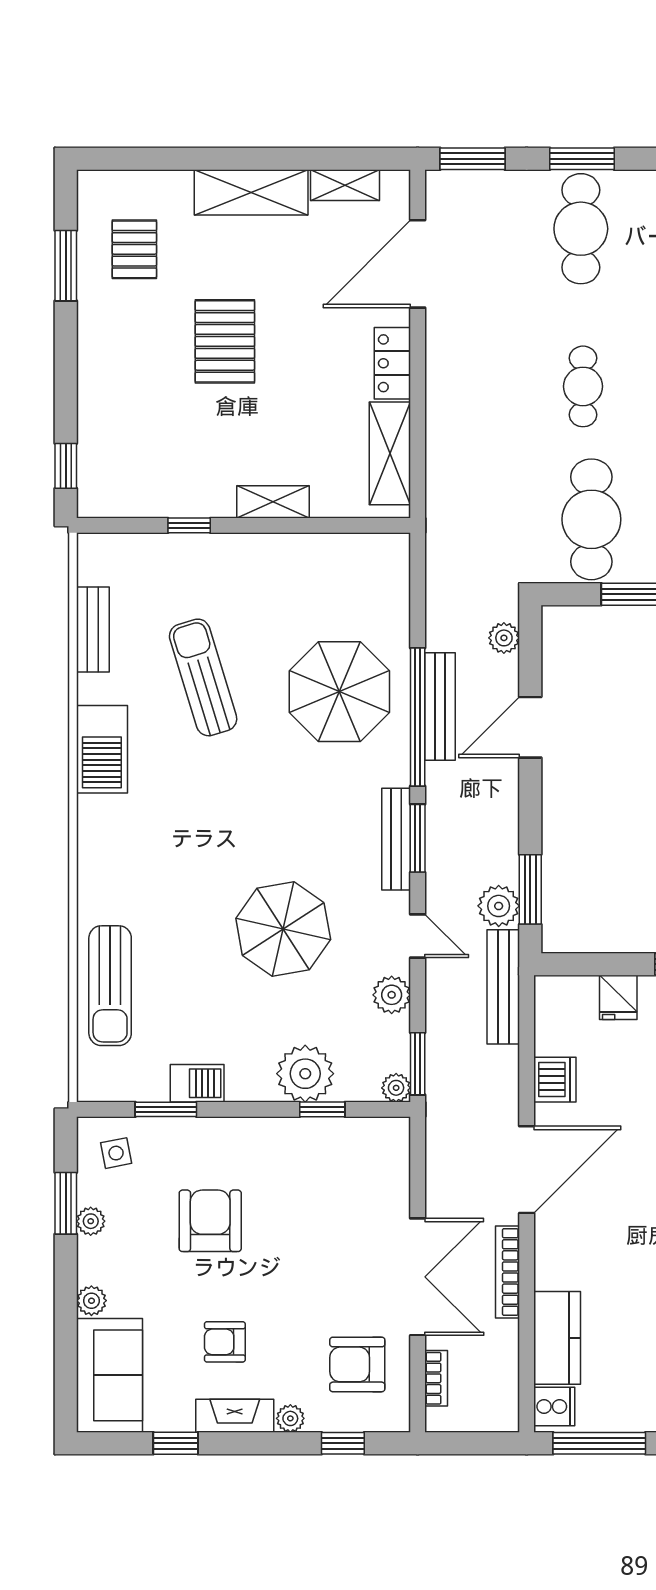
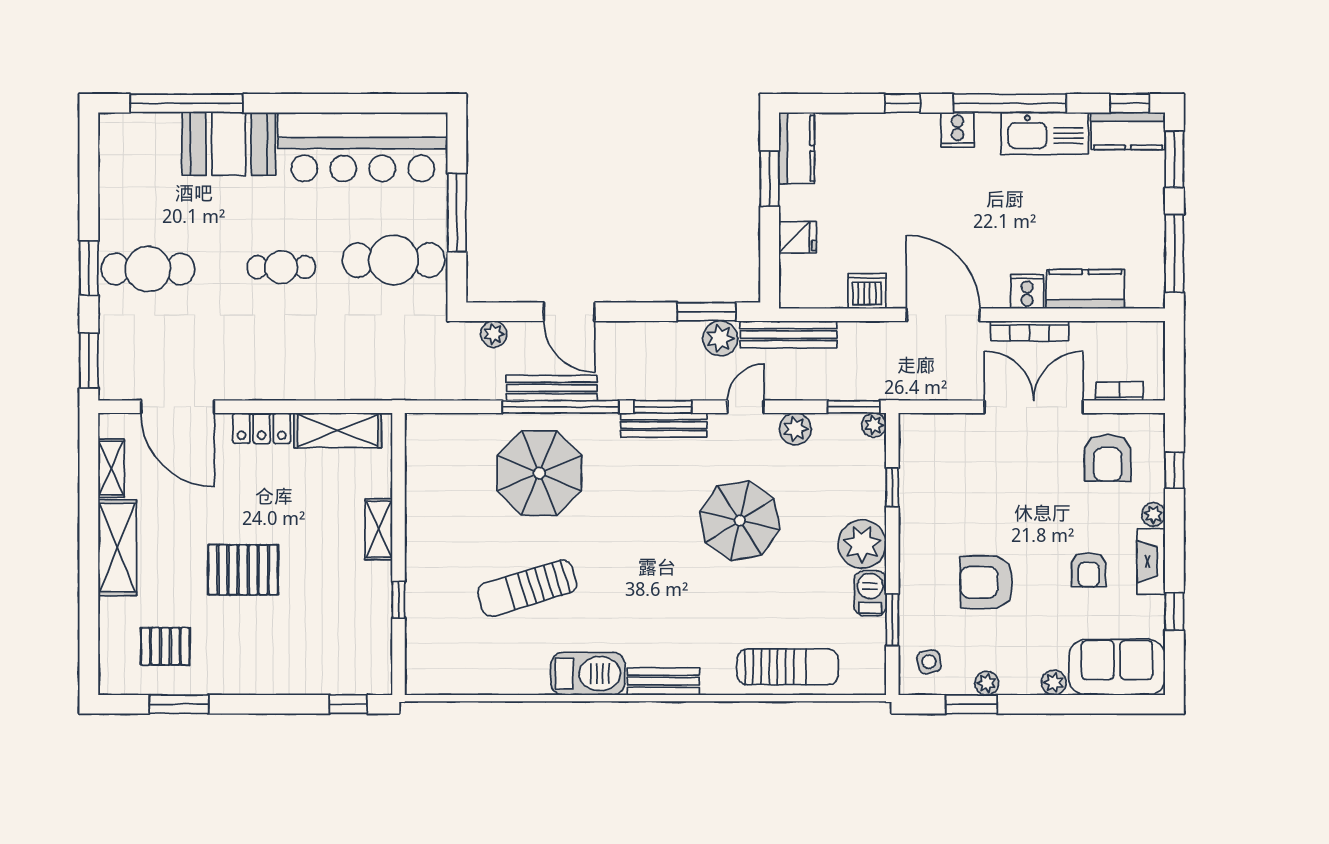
bench: (93, 630) -> (663, 681), moved
plant: (305, 1074) -> (862, 544), moved
cooker: (554, 1406) -> (1027, 292), moved

